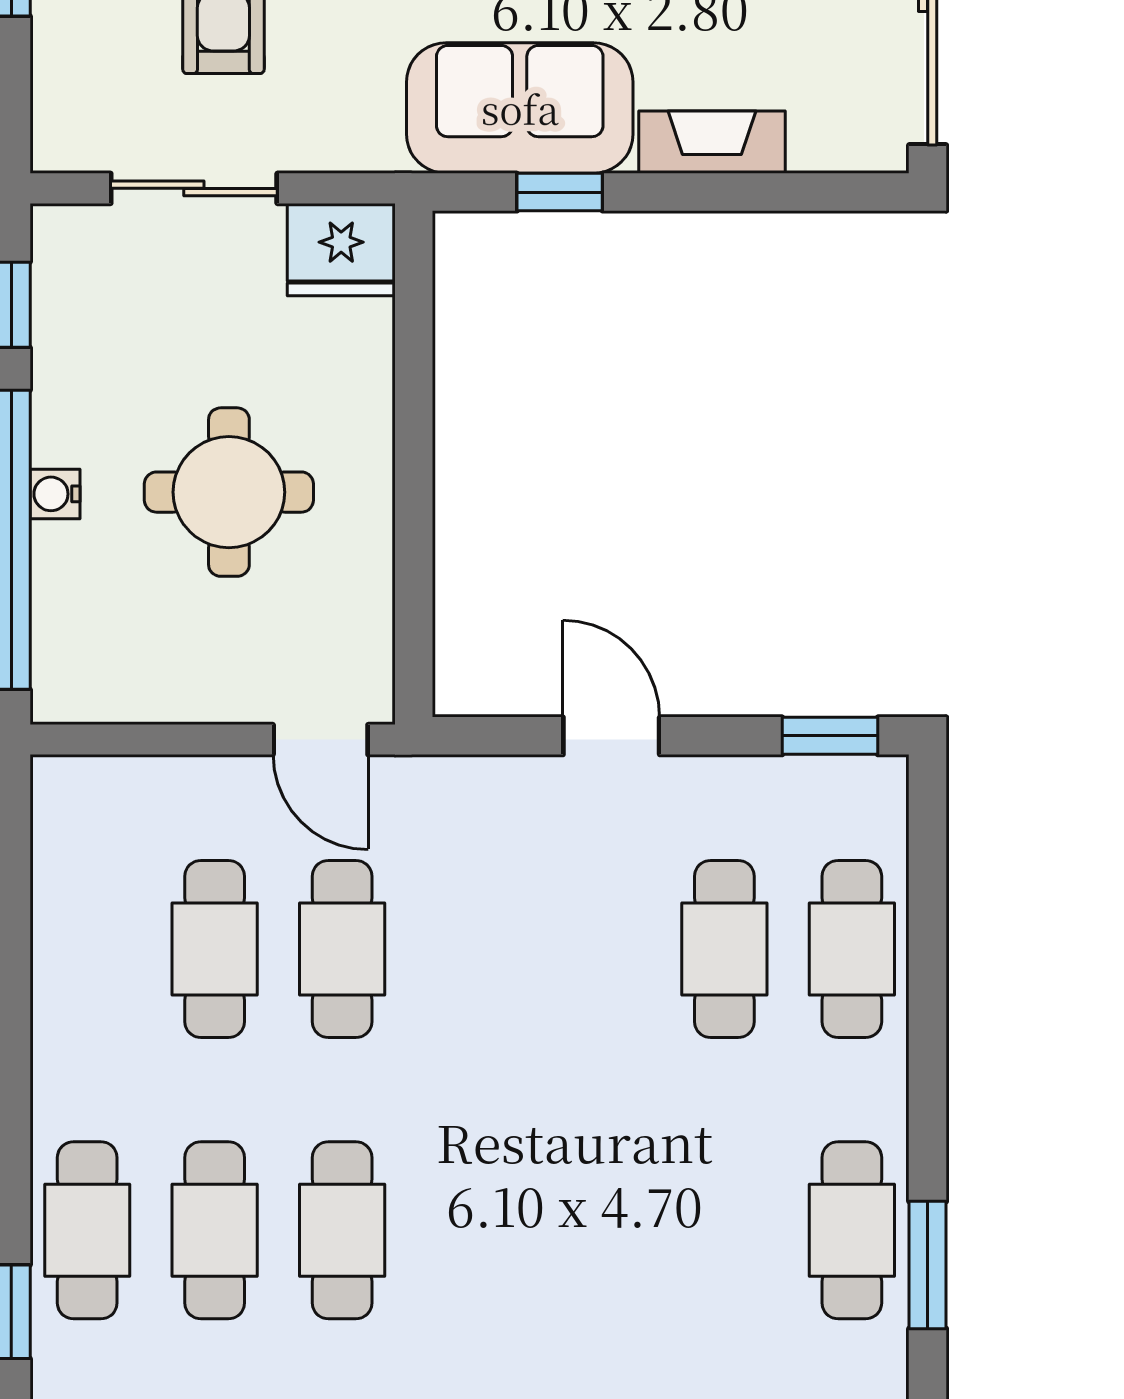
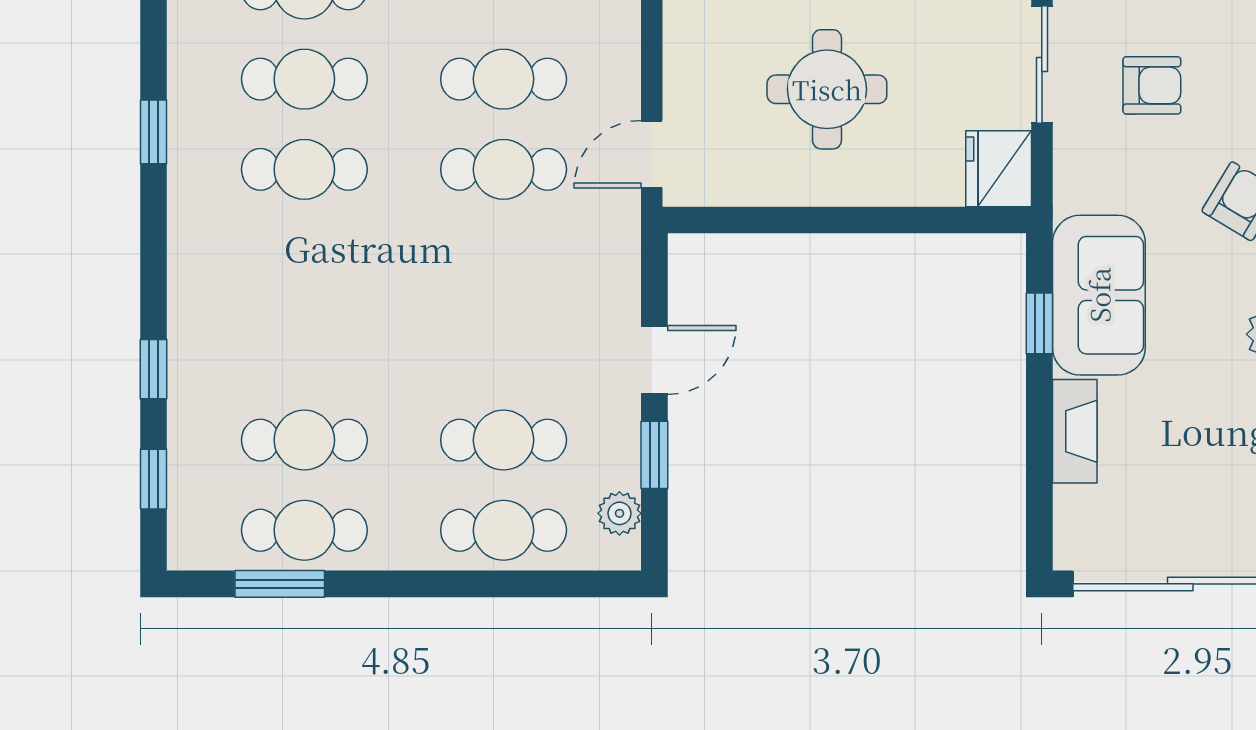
window: (830, 736) -> (654, 455), moved
plant: (828, 785) -> (619, 513), added
cafe table: (724, 1230) -> (304, 440), added

